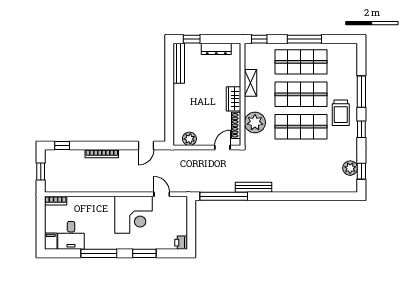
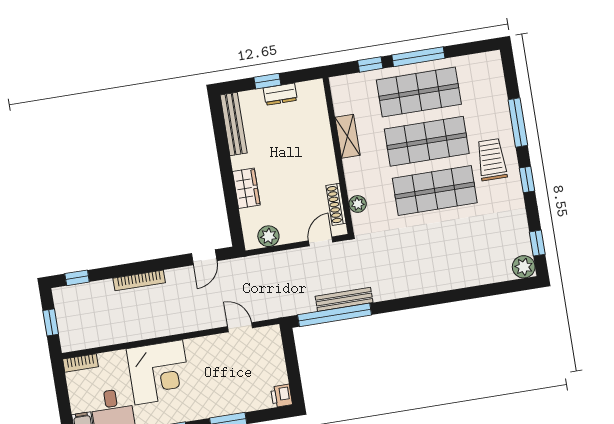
window: (192, 39) -> (267, 81), moved
window: (259, 39) -> (370, 64), moved
dresser: (216, 49) -> (280, 94), width x0.70
wardrobe: (233, 99) -> (246, 188), moved, turned 180
trolley: (341, 113) -> (492, 160), turned 180
plant: (255, 123) -> (358, 204), width x0.53, depth x0.53
plant: (350, 168) -> (524, 267), moved
bench: (254, 187) -> (344, 299), moved
corner desk: (133, 215) -> (159, 372), moved

